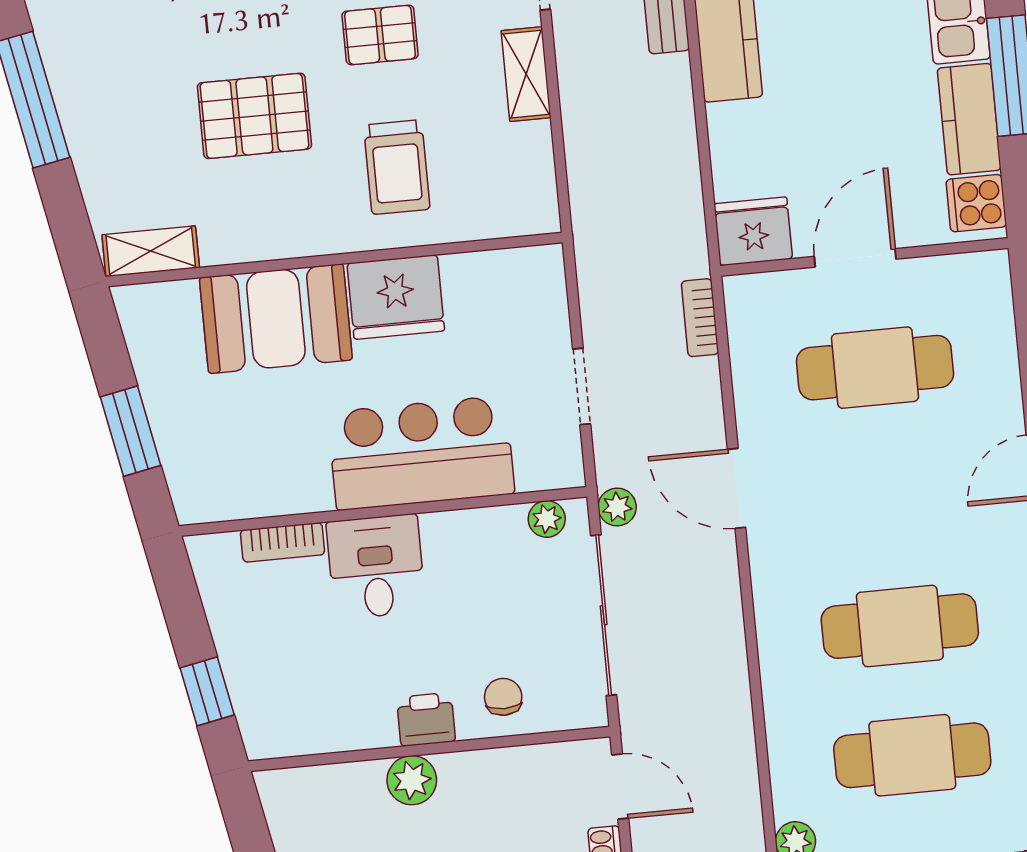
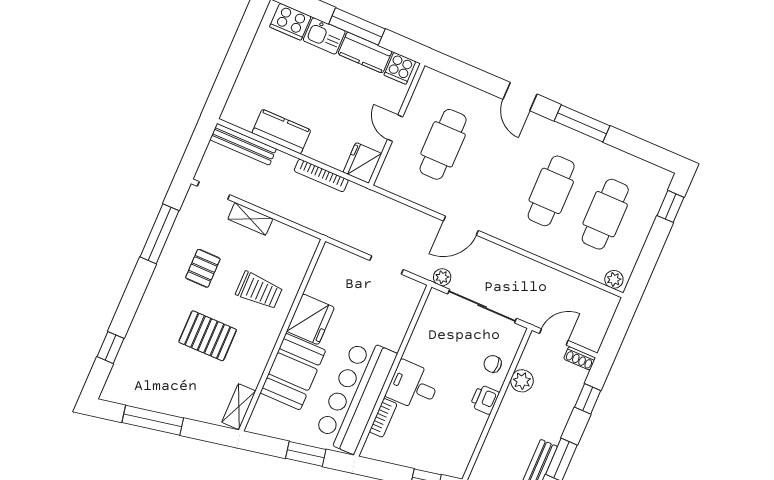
pallet: (254, 116) -> (208, 336), turned 90
door: (855, 258) -> (395, 128), width x0.73
bookcase: (700, 318) -> (321, 175), moved, width x1.56
bar counter: (421, 453) -> (355, 395), moved, width x1.36
plant: (547, 519) -> (432, 308), removed
plant: (412, 780) -> (522, 381), moved

